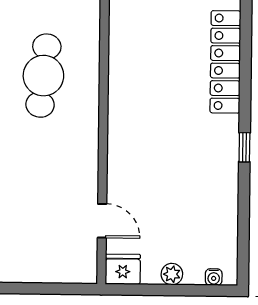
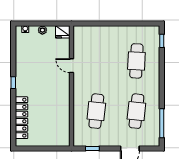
door: (102, 221) -> (72, 66), moved

